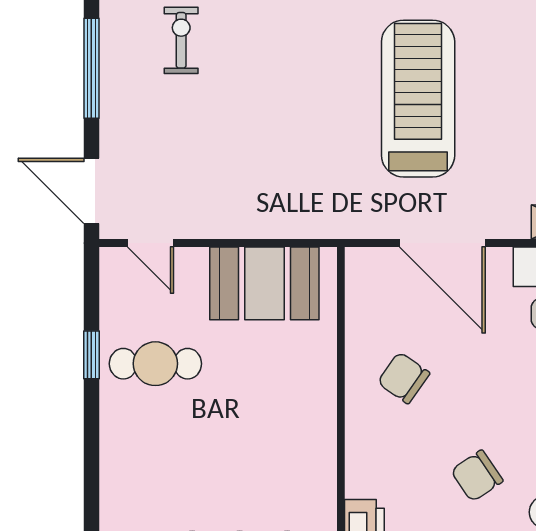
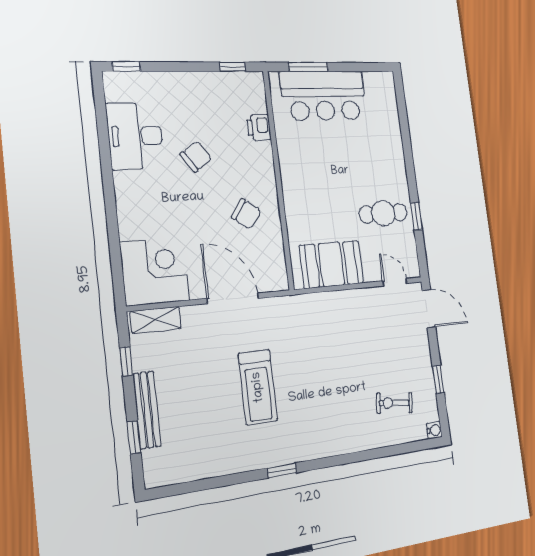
exercise bike: (181, 40) -> (394, 403), turned 97
window: (91, 68) -> (438, 379), width x0.46
treadmill: (418, 99) -> (258, 387), width x0.73, depth x0.73

